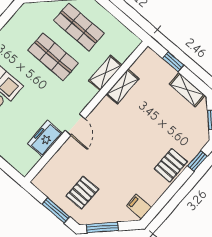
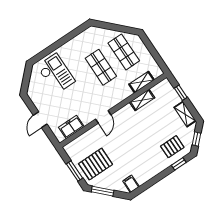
shelving: (105, 73) -> (141, 82), moved
freezer: (45, 139) -> (71, 127), moved
pallet: (171, 165) -> (172, 147), moved
pallet: (82, 193) -> (96, 164), width x1.50, depth x1.42

